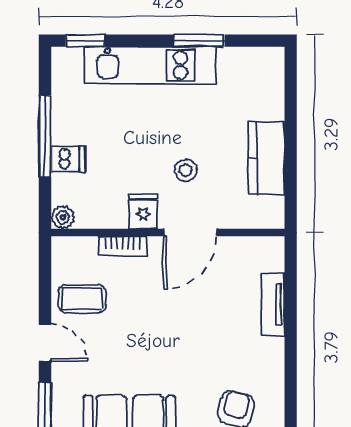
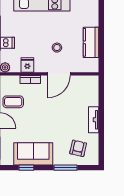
fridge: (143, 212) -> (27, 65), moved
tv unit: (273, 304) -> (94, 120), moved

